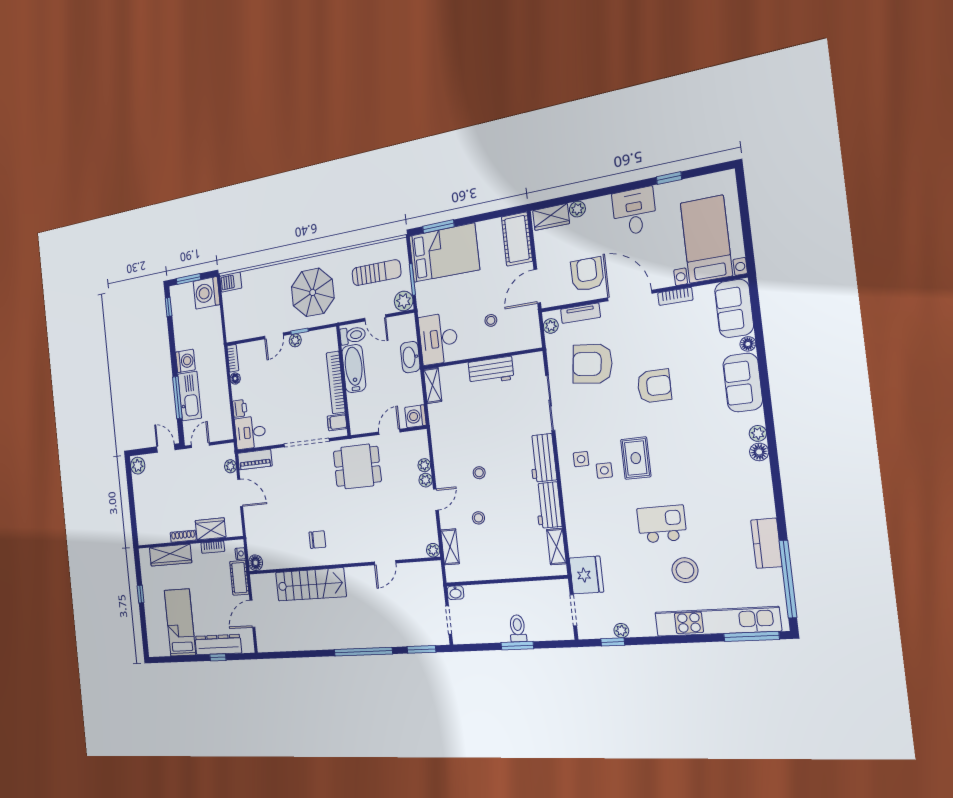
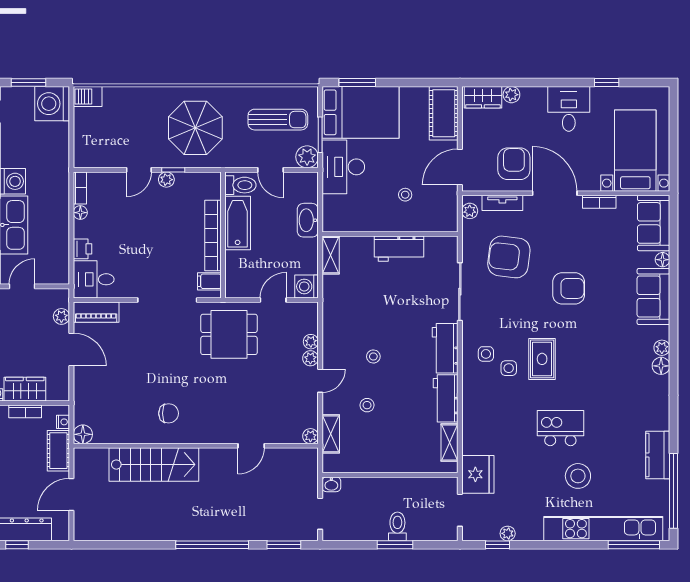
desk: (438, 339) -> (343, 167), moved

